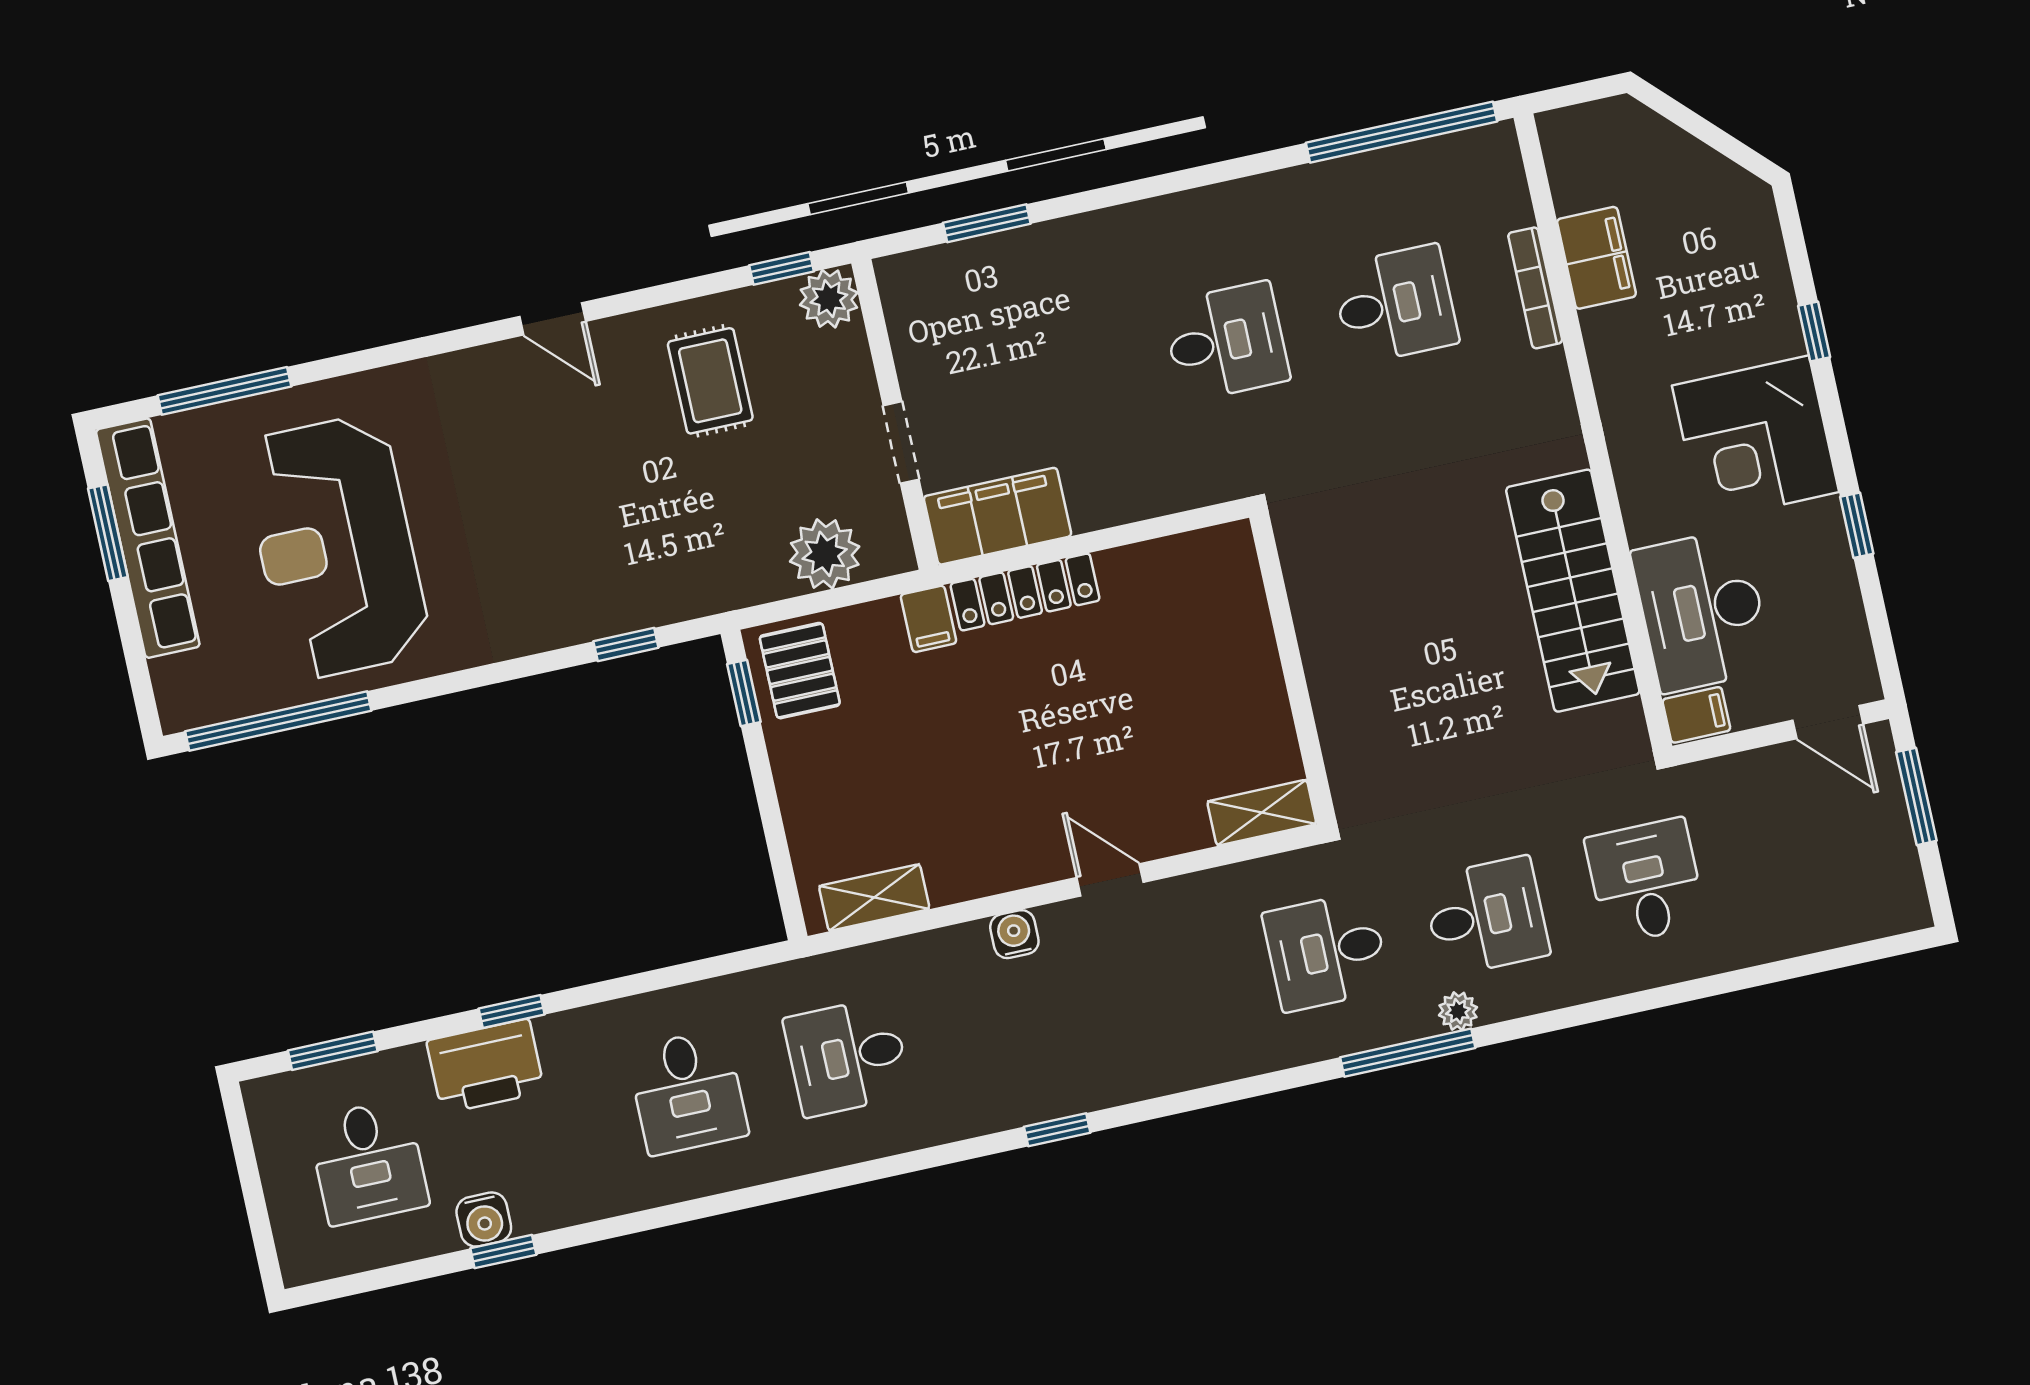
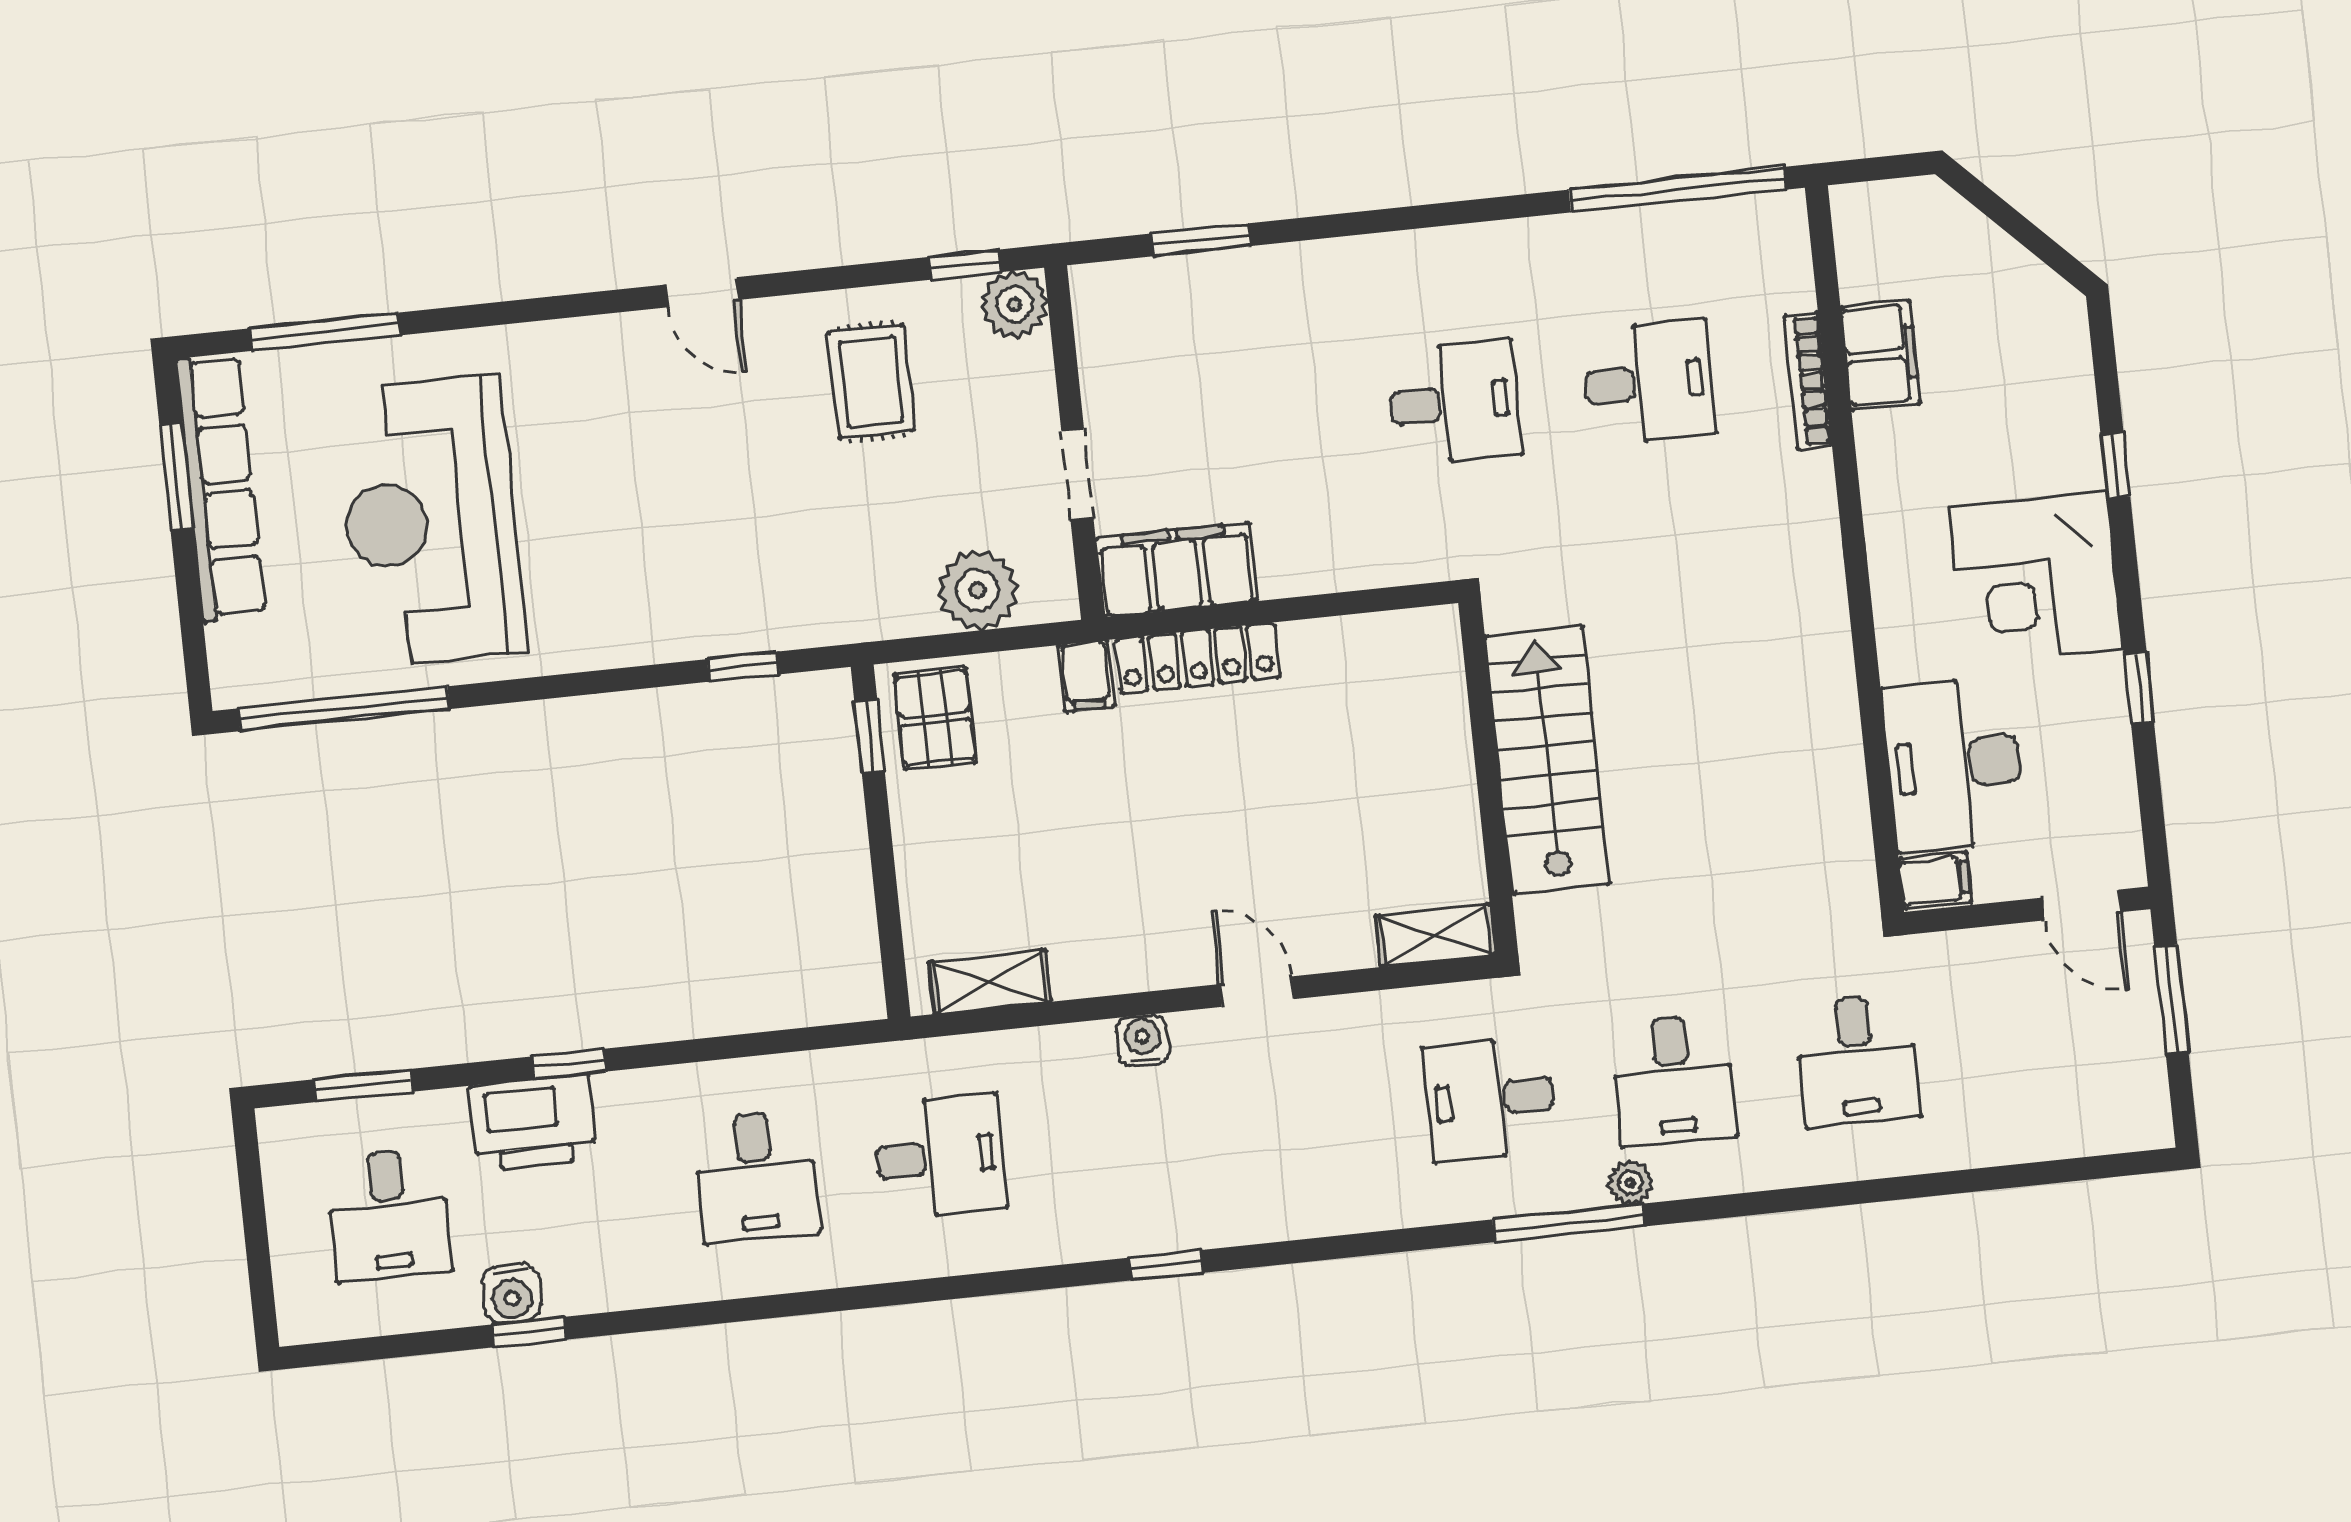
stairs: (1573, 591) -> (1547, 760), moved, turned 180
desk: (1646, 881) -> (1857, 1061), turned 180
desk: (1486, 916) -> (1674, 1080), turned 90
desk: (847, 1057) -> (940, 1157), turned 180

